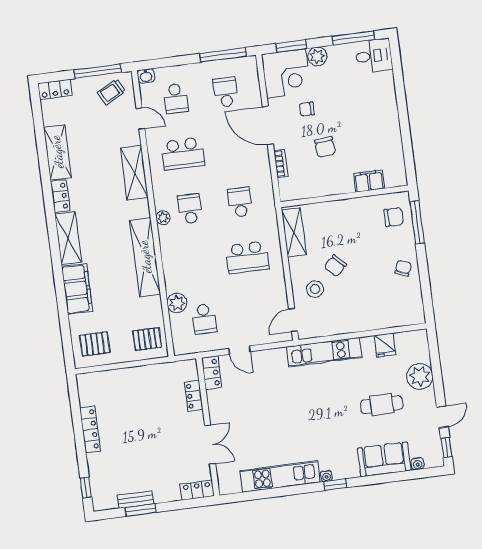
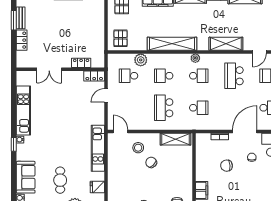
school desk: (197, 264) -> (164, 76), added
locker: (197, 490) -> (22, 40), moved

